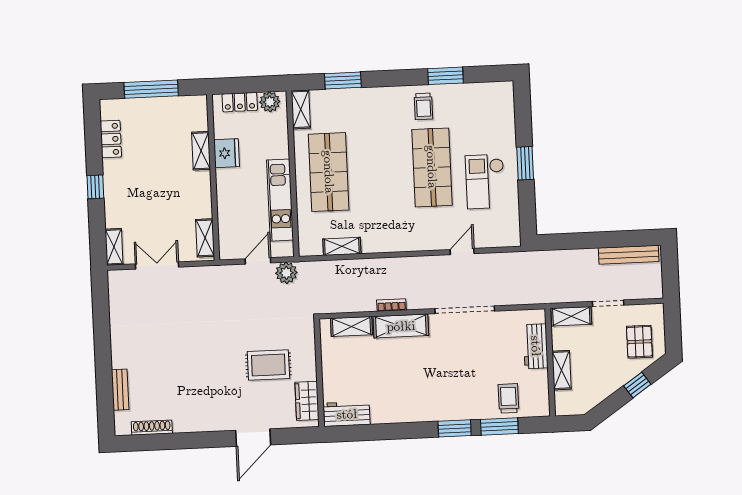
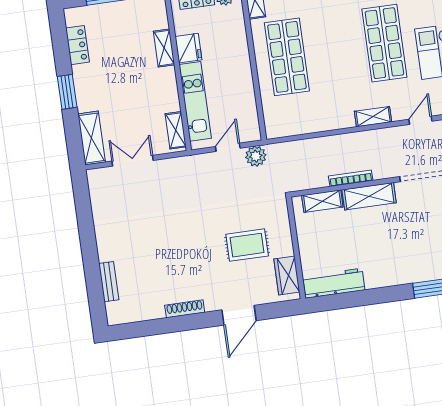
window: (95, 187) -> (67, 92), width x1.50
kitchen unit: (280, 200) -> (195, 101), moved, turned 180
shelving: (342, 246) -> (373, 117), moved
shelving: (114, 247) -> (92, 138), width x1.50, depth x1.33
bookcase: (391, 305) -> (351, 178), width x1.56
workbench: (347, 414) -> (334, 283), width x1.38
shoe rack: (152, 428) -> (185, 309), moved

